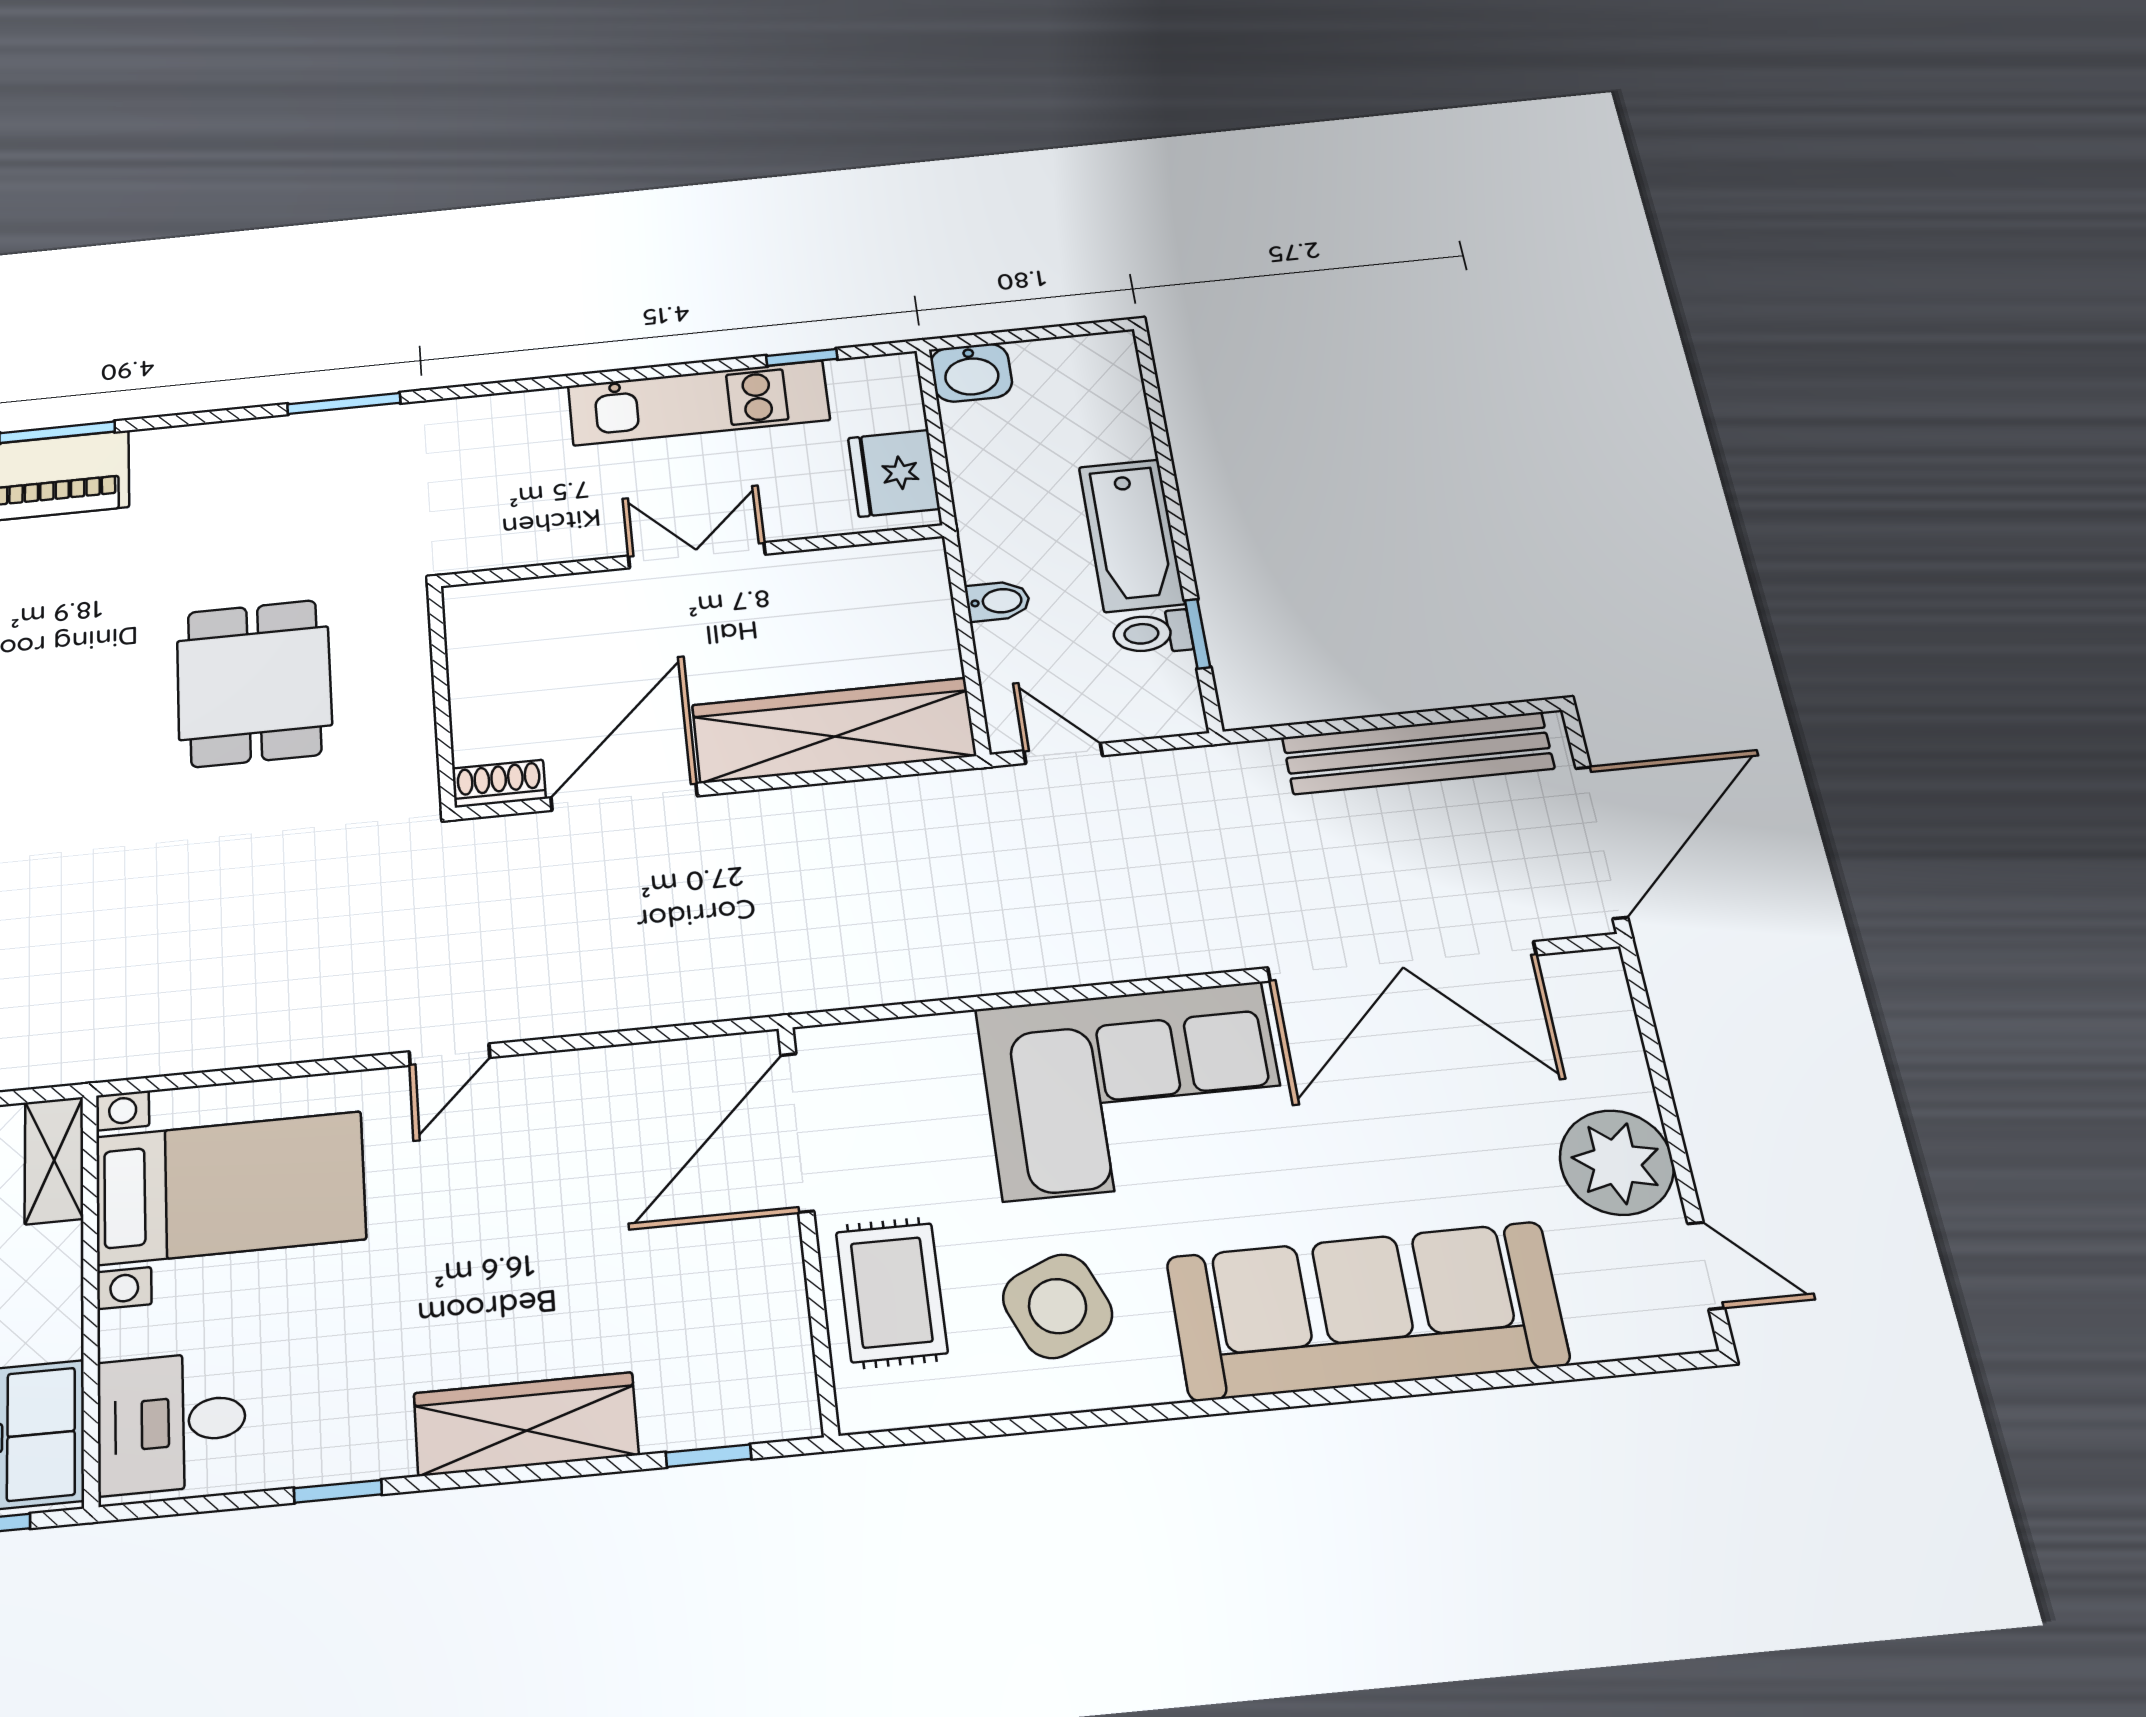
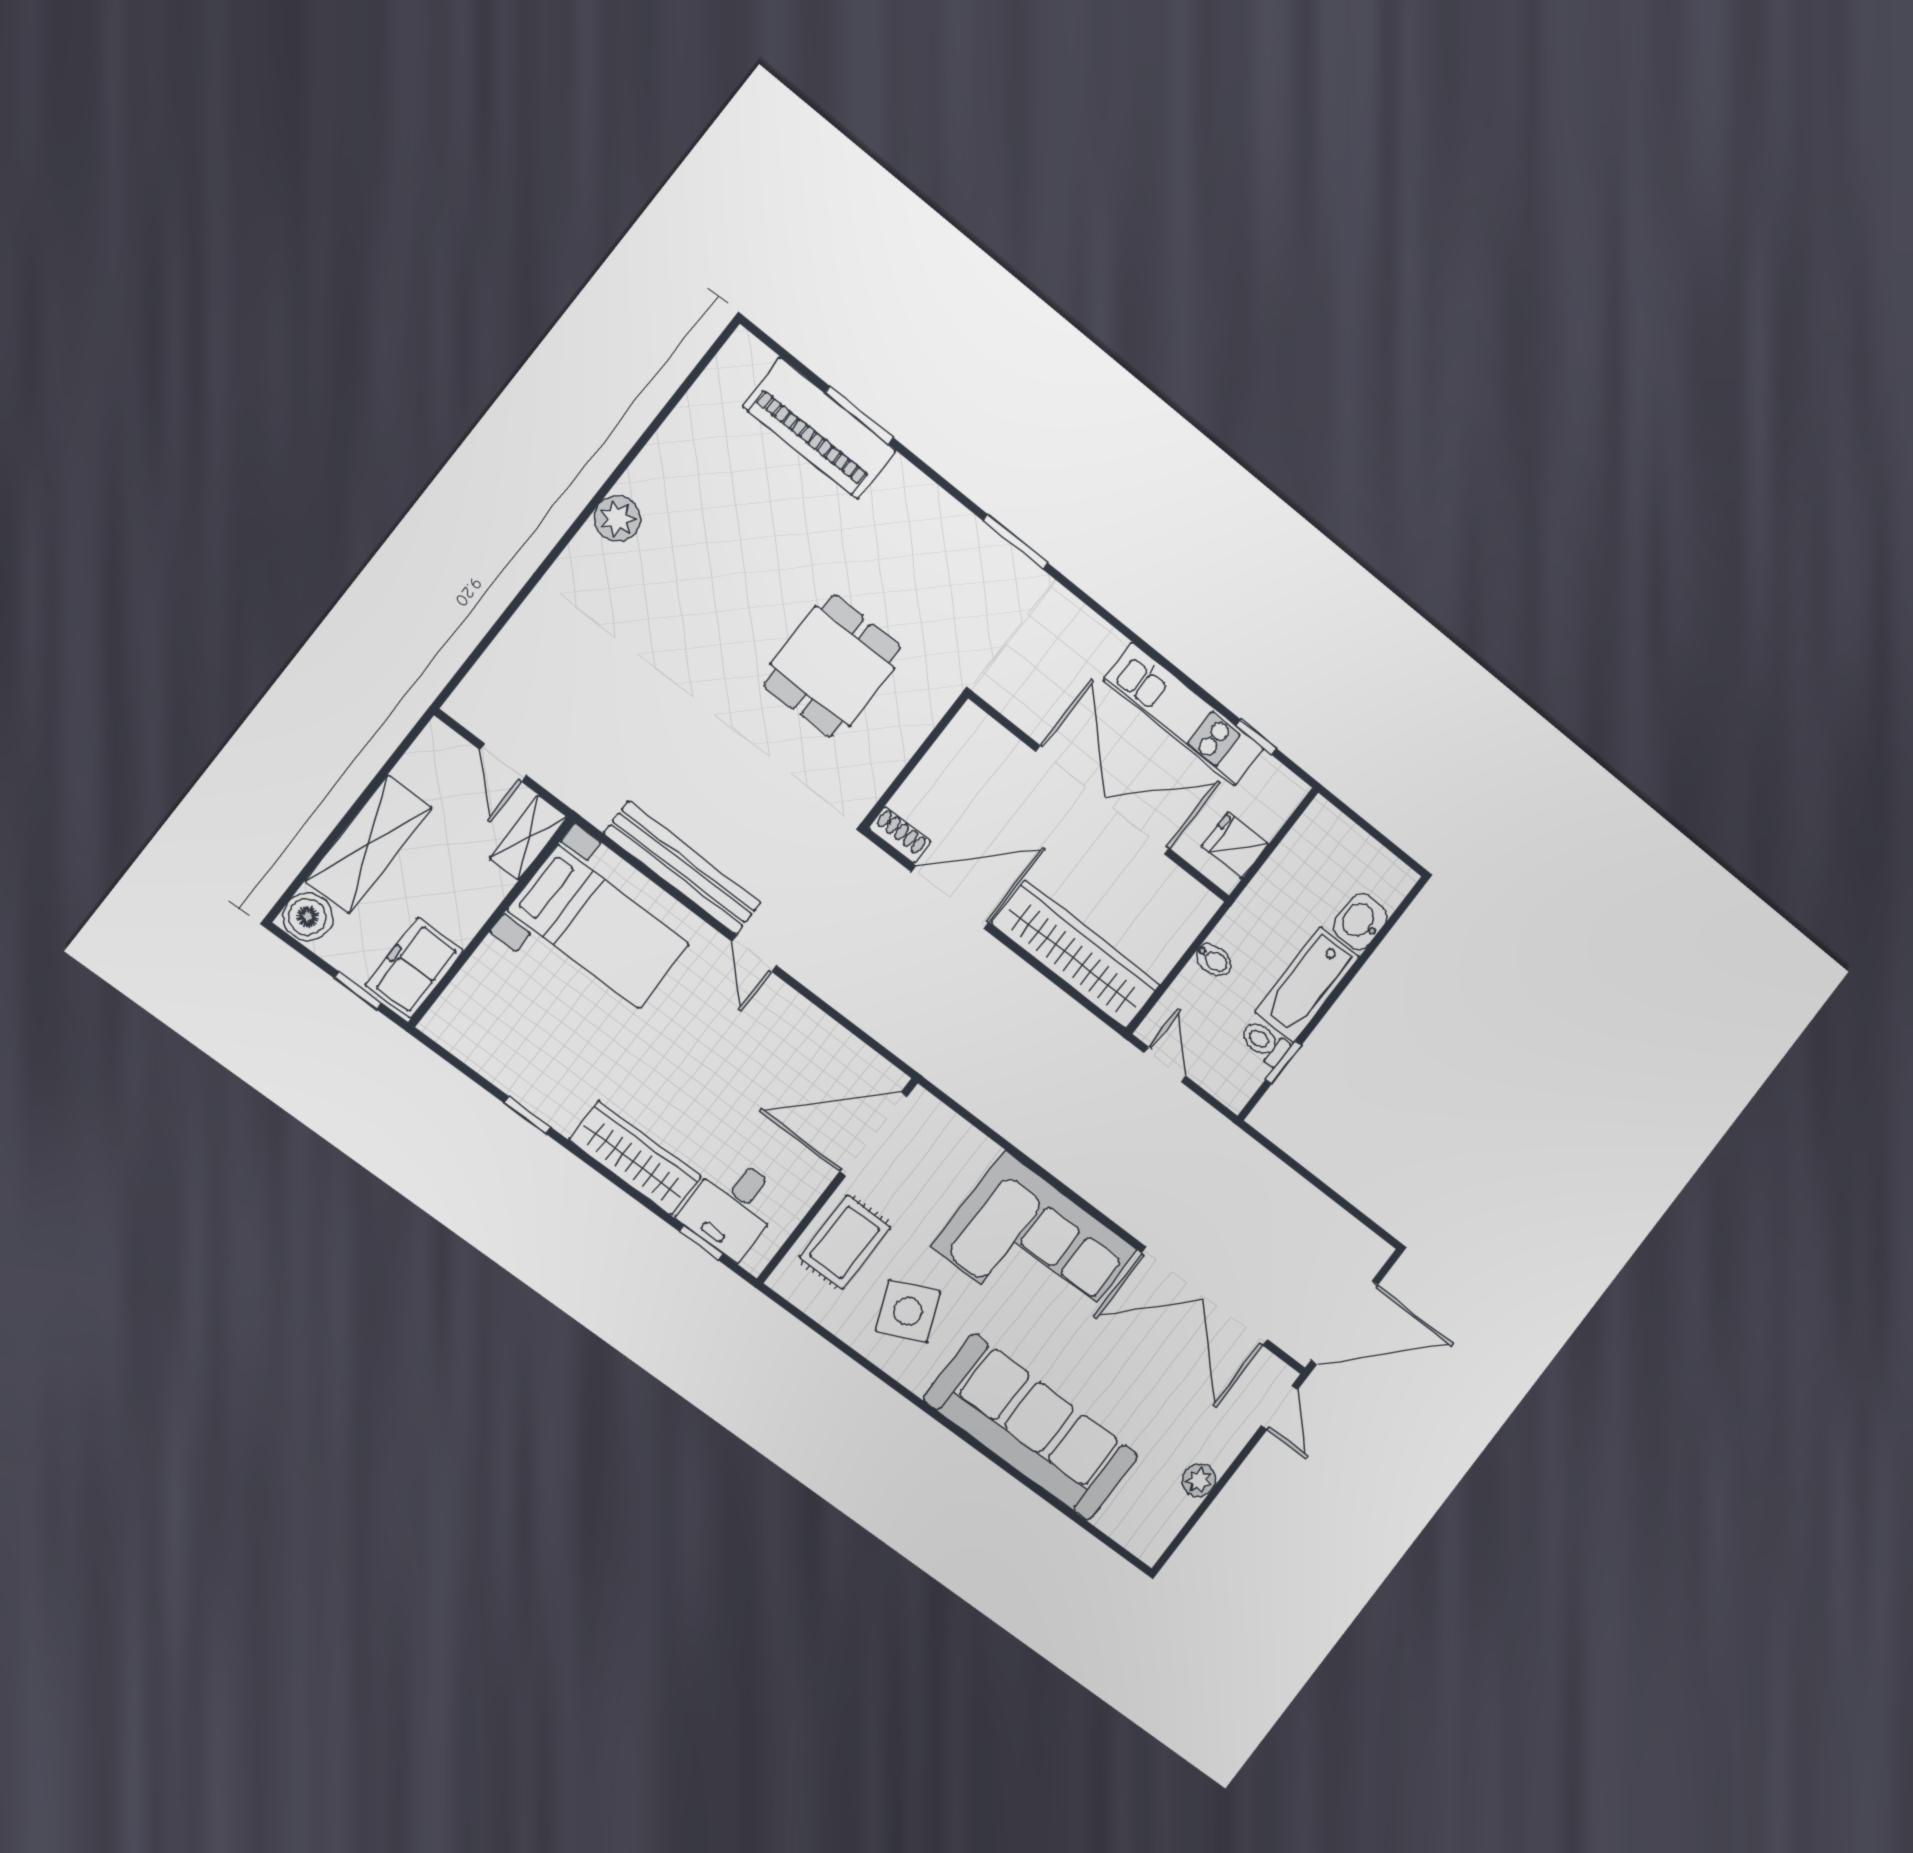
washbasin: (971, 373) -> (1360, 922), moved, turned 90
fridge: (894, 473) -> (1235, 845), width x0.72
double door: (697, 555) -> (1103, 800), width x1.87
bench: (1418, 753) -> (682, 868), moved
door: (450, 1055) -> (754, 954), hinge flipped
plant: (1617, 1162) -> (1199, 1480), width x0.53, depth x0.53
door: (1706, 1266) -> (1280, 1407), moved
desk: (171, 1422) -> (732, 1207), moved, turned -90

